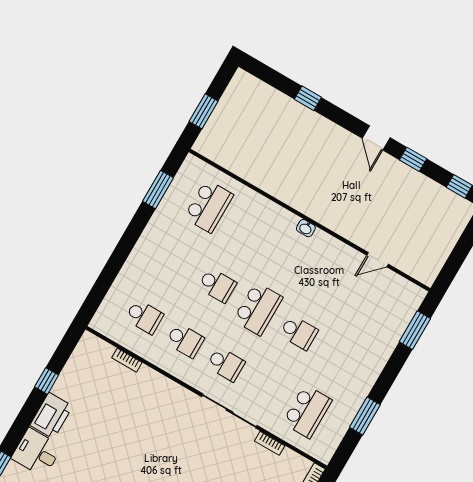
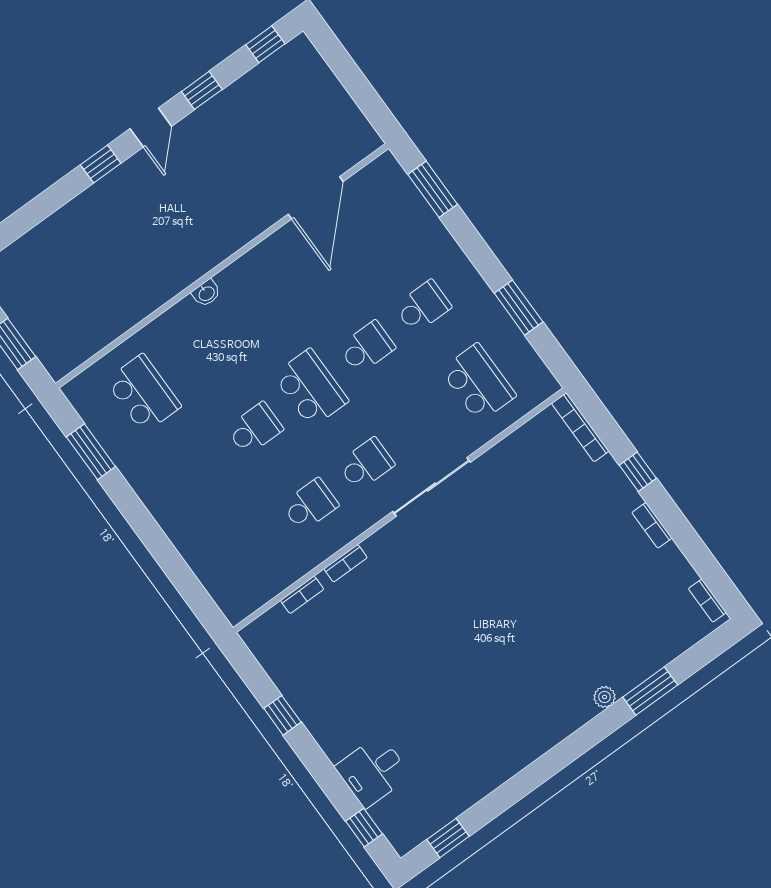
window: (308, 98) -> (101, 164), moved
door: (376, 138) -> (151, 127), hinge flipped
washbasin: (306, 228) -> (206, 293), moved
door: (378, 260) -> (316, 198), width x1.87
school desk: (144, 317) -> (423, 307), moved
printer: (51, 416) -> (332, 730), removed
bookcase: (270, 443) -> (346, 563), moved

